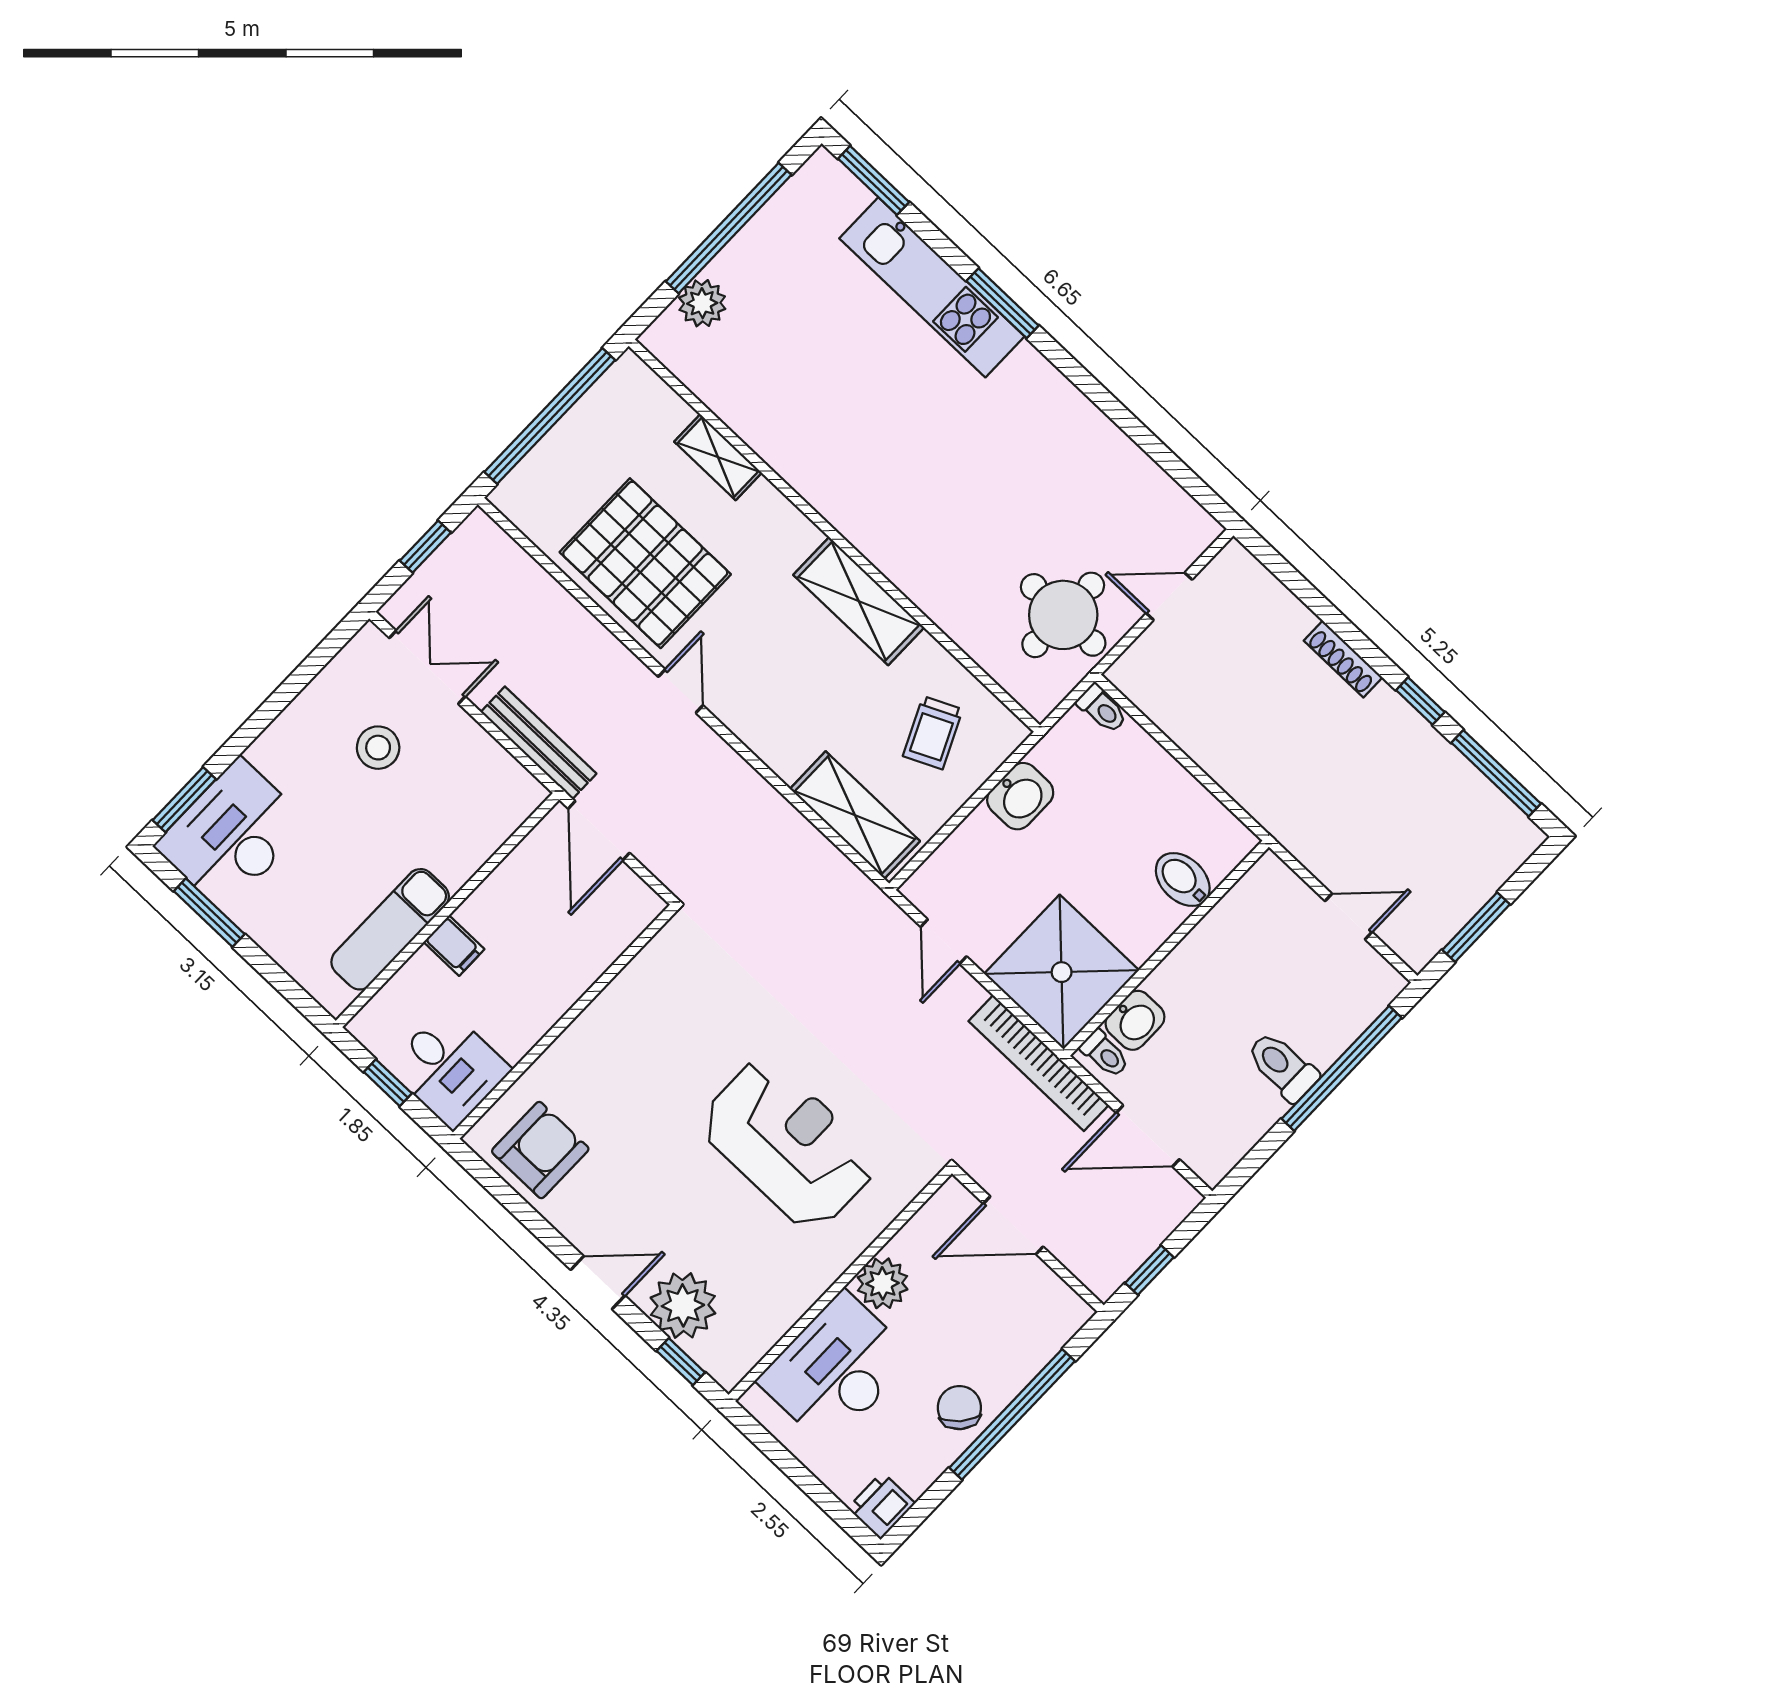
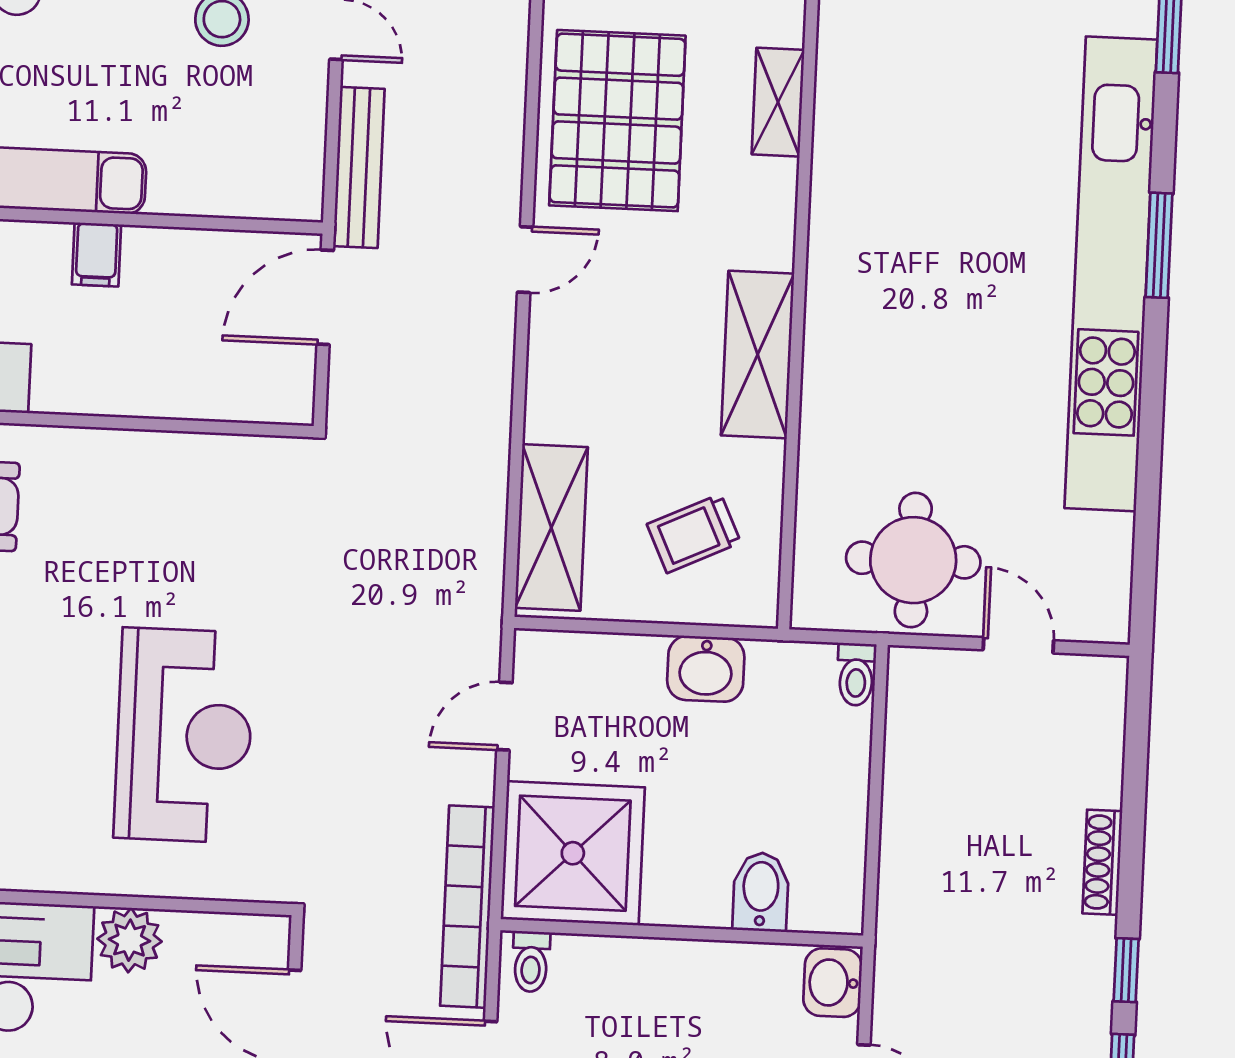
kitchen unit: (932, 287) -> (1111, 274), width x1.86
washbasin: (1135, 1020) -> (833, 983), moved, turned 90

